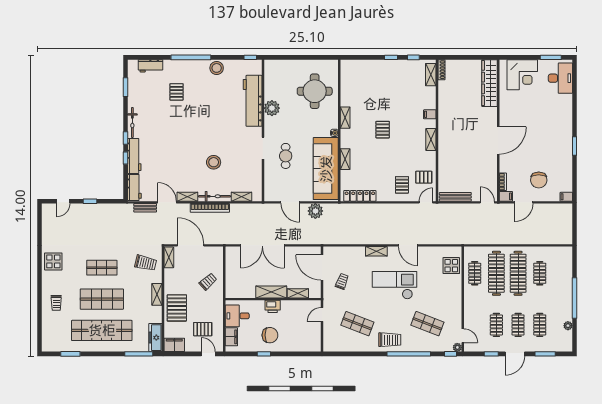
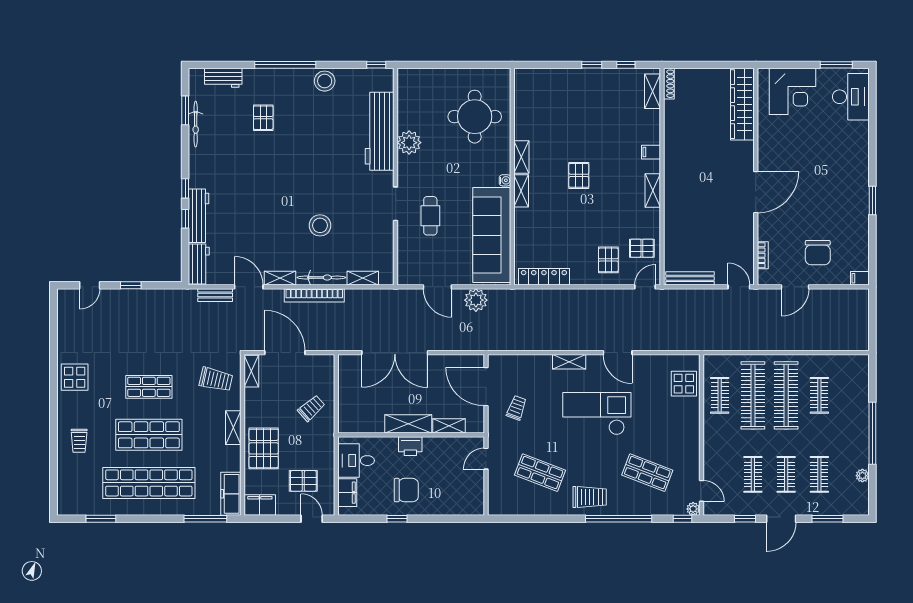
bicycle: (132, 122) -> (196, 124), moved
shelving: (345, 159) -> (521, 191), moved
filing cabinet: (506, 196) -> (767, 278), removed

